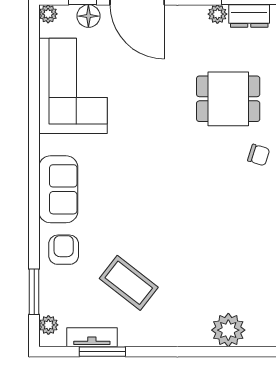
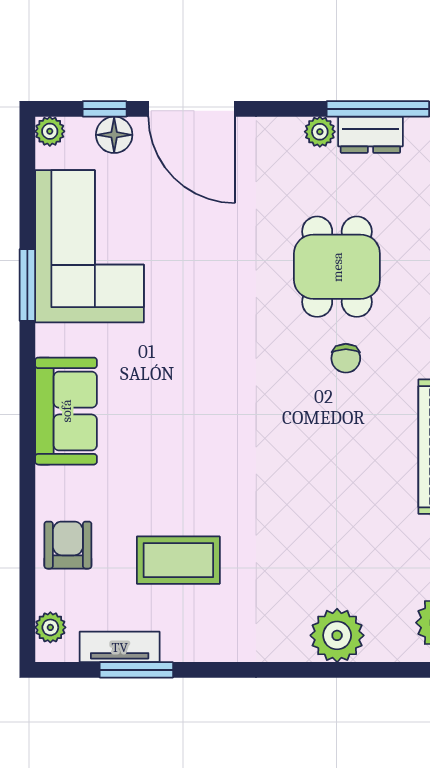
dining table: (228, 99) -> (337, 267), turned 90
chair: (259, 155) -> (346, 358), moved, turned 73
armchair: (64, 250) -> (68, 545), moved
coffee table: (129, 283) -> (178, 560), turned -38
window: (34, 292) -> (27, 285), moved

